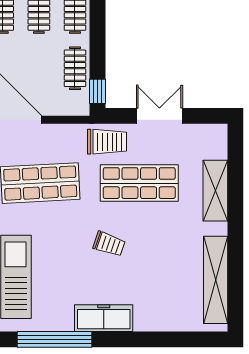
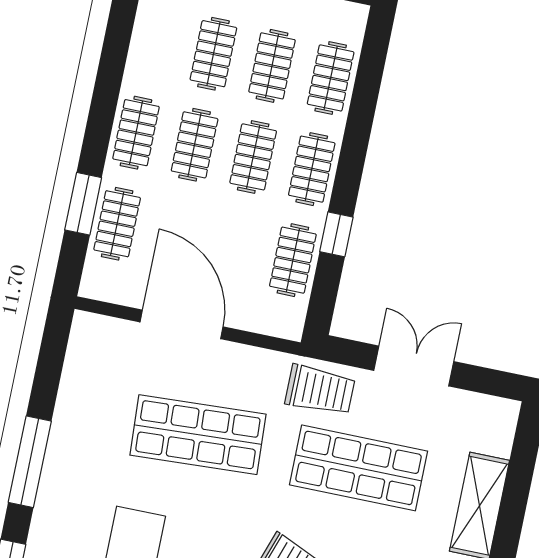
window: (98, 91) -> (336, 234), moved

